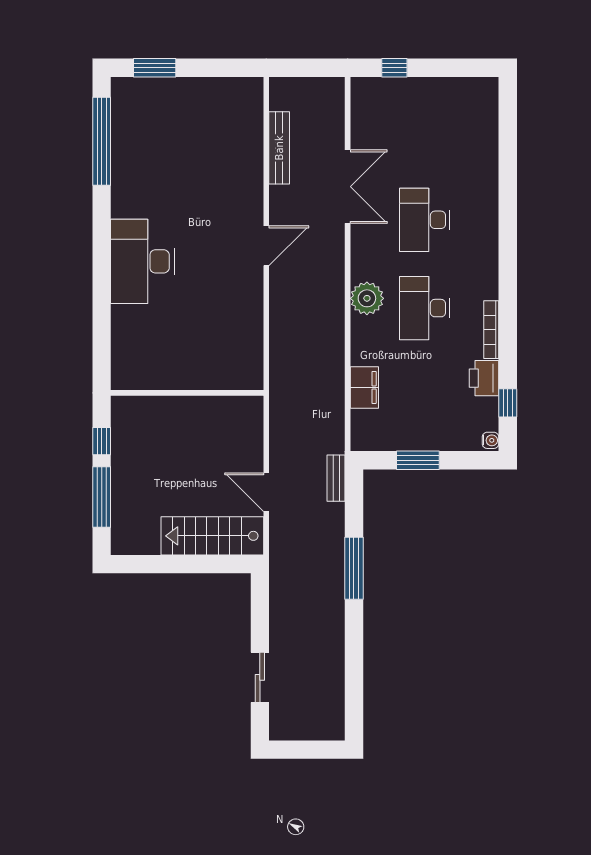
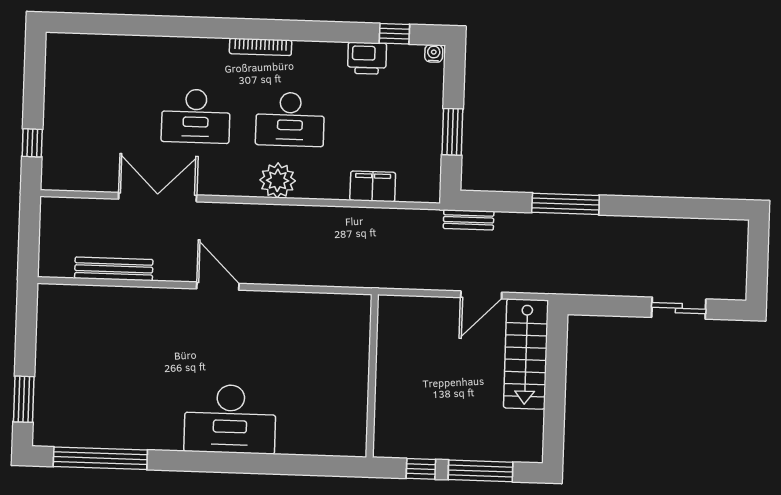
bookcase: (491, 330) -> (261, 47), moved

